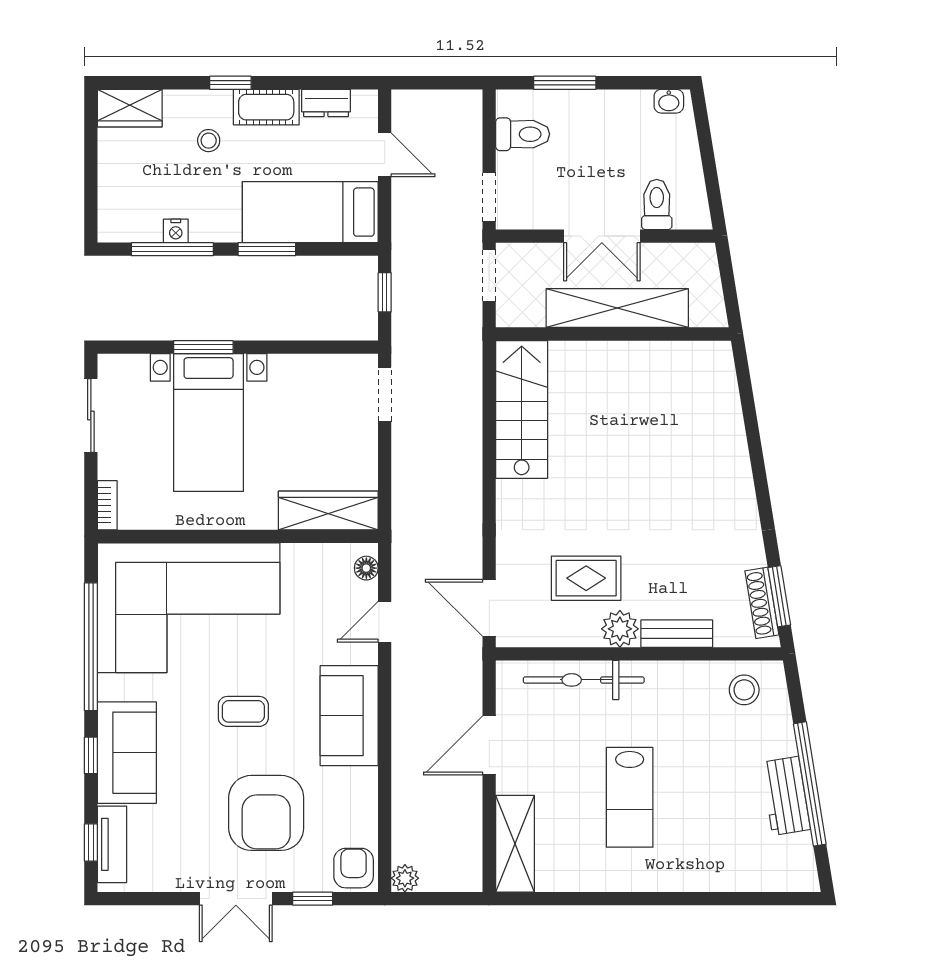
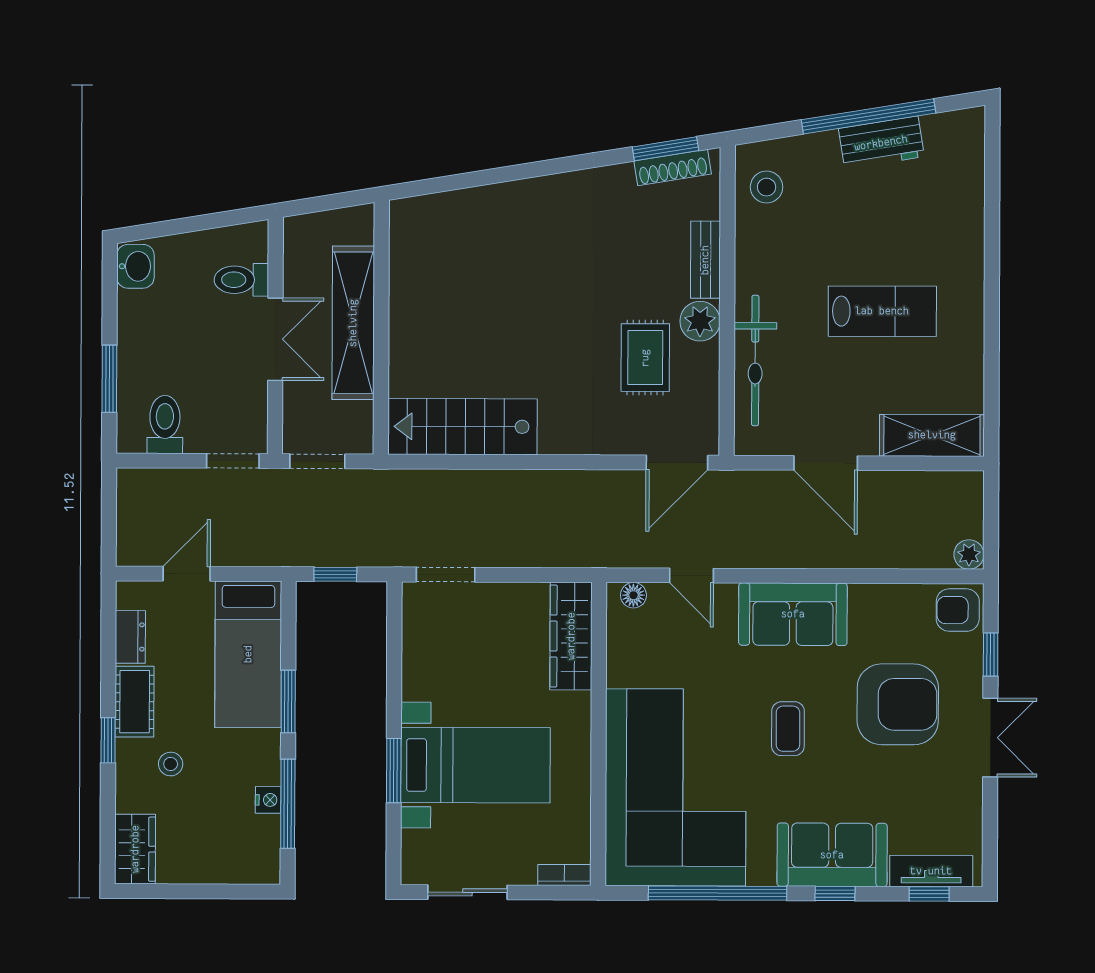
washbasin: (669, 101) -> (135, 266), width x1.38, depth x1.45

